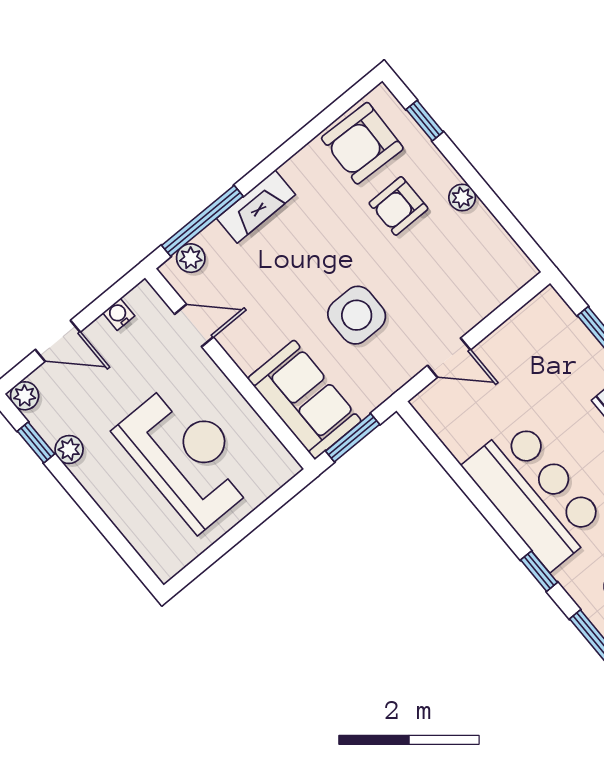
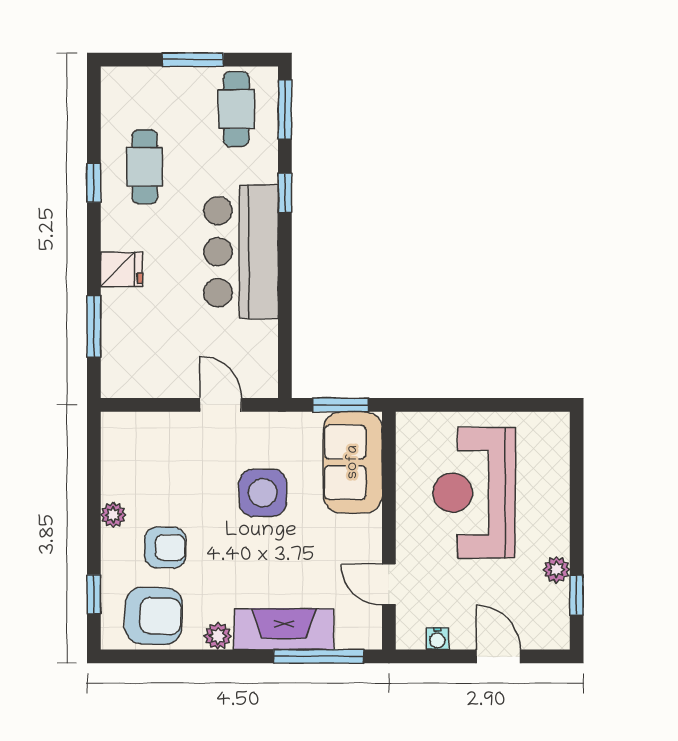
fireplace: (256, 207) -> (284, 629), width x1.37, depth x1.32
plant: (191, 258) -> (218, 636), moved
plant: (25, 396) -> (556, 636), removed

